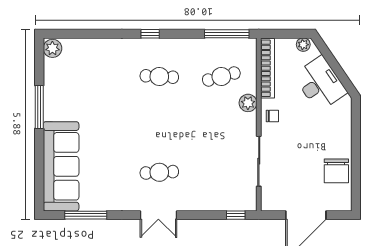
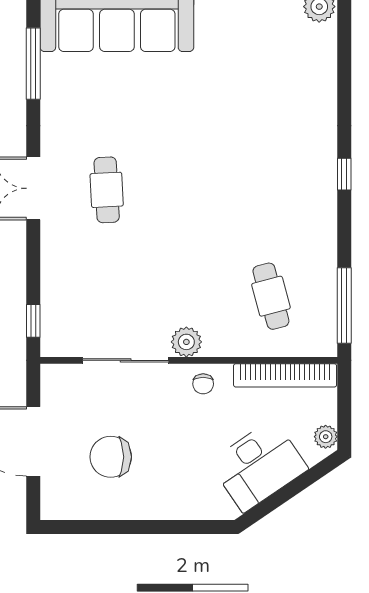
cafe table: (159, 76) -> (271, 190), removed
plant: (248, 103) -> (186, 342), moved
chair: (336, 171) -> (111, 457), moved

